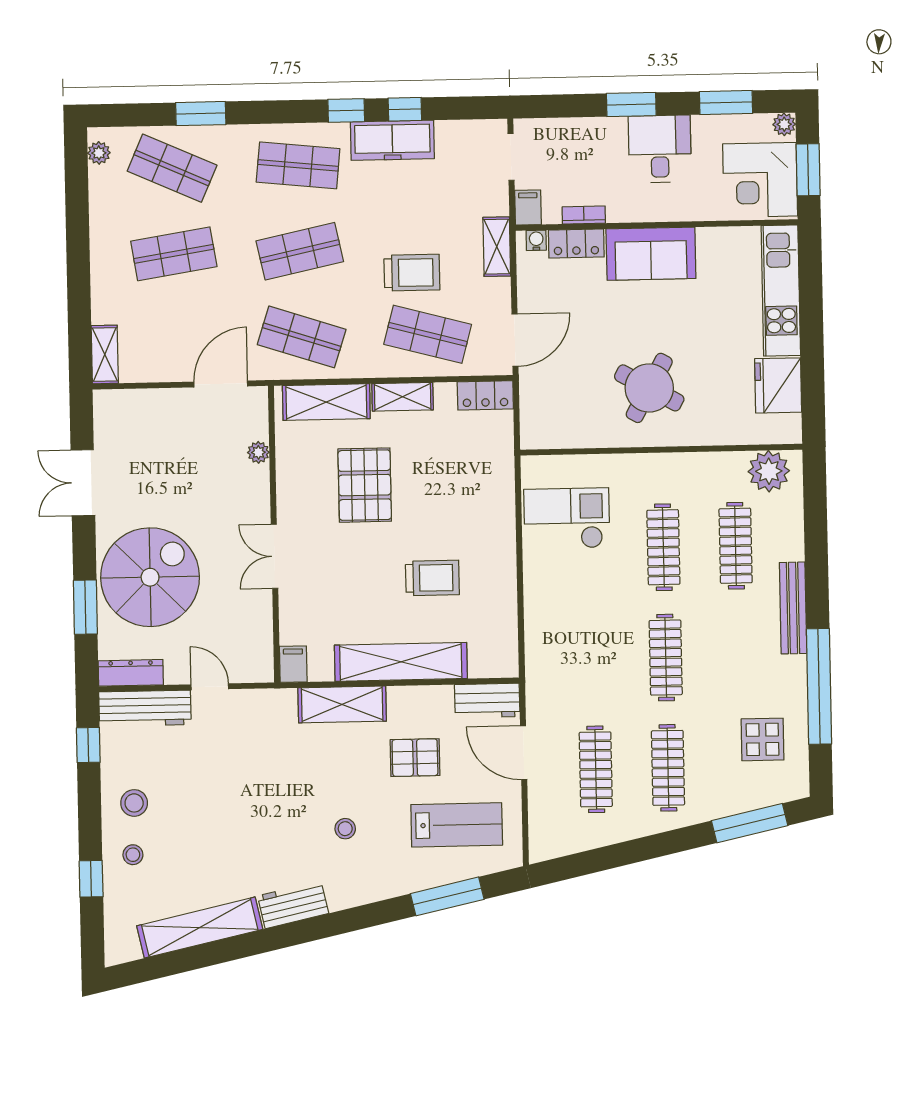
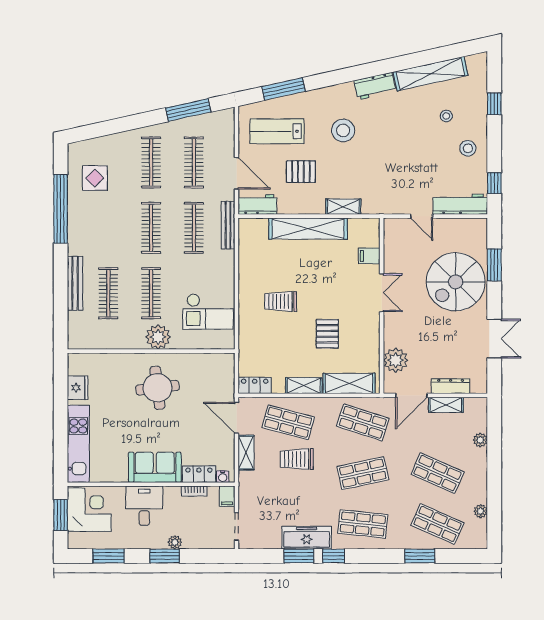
window: (405, 109) -> (299, 556), width x1.50
plant: (784, 124) -> (175, 542), moved
desk: (660, 149) -> (144, 506), moved, turned 180
plant: (99, 153) -> (481, 511), moved
shelving: (497, 247) -> (246, 453), moved
shop shelf: (174, 254) -> (437, 473), turned 33
plant: (103, 311) -> (480, 440), added
door: (515, 340) -> (236, 418), hinge flipped
shelving: (105, 354) -> (446, 405), moved, turned 90
fridge: (778, 385) -> (78, 388), width x0.73, depth x0.75
round table: (649, 388) -> (157, 388), turned -36
plant: (258, 452) -> (396, 360), width x1.88, depth x1.88
plant: (769, 471) -> (158, 337), moved
pallet: (365, 485) -> (327, 334), width x0.67, depth x0.71
trolley: (432, 578) -> (281, 301), moved
bench: (793, 608) -> (75, 283), moved
clothes rail: (593, 659) -> (194, 228), added
filing cabinet: (293, 664) -> (369, 256), moved, turned 90
bench: (536, 665) -> (228, 225), added
dresser: (131, 673) -> (451, 386), moved, turned 180
shelving: (342, 704) -> (343, 207), width x0.67, depth x0.75
window: (750, 823) -> (188, 110), moved
stool: (345, 829) -> (343, 130), width x1.89, depth x1.89
stool: (133, 855) -> (446, 116), moved

